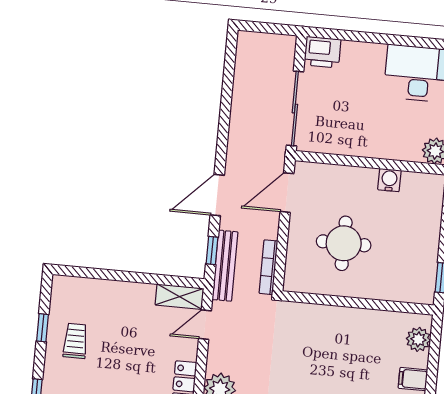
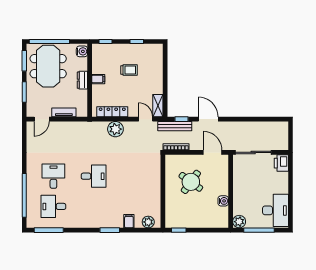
round table: (344, 243) -> (191, 182), turned 36
trolley: (75, 341) -> (129, 70), moved

